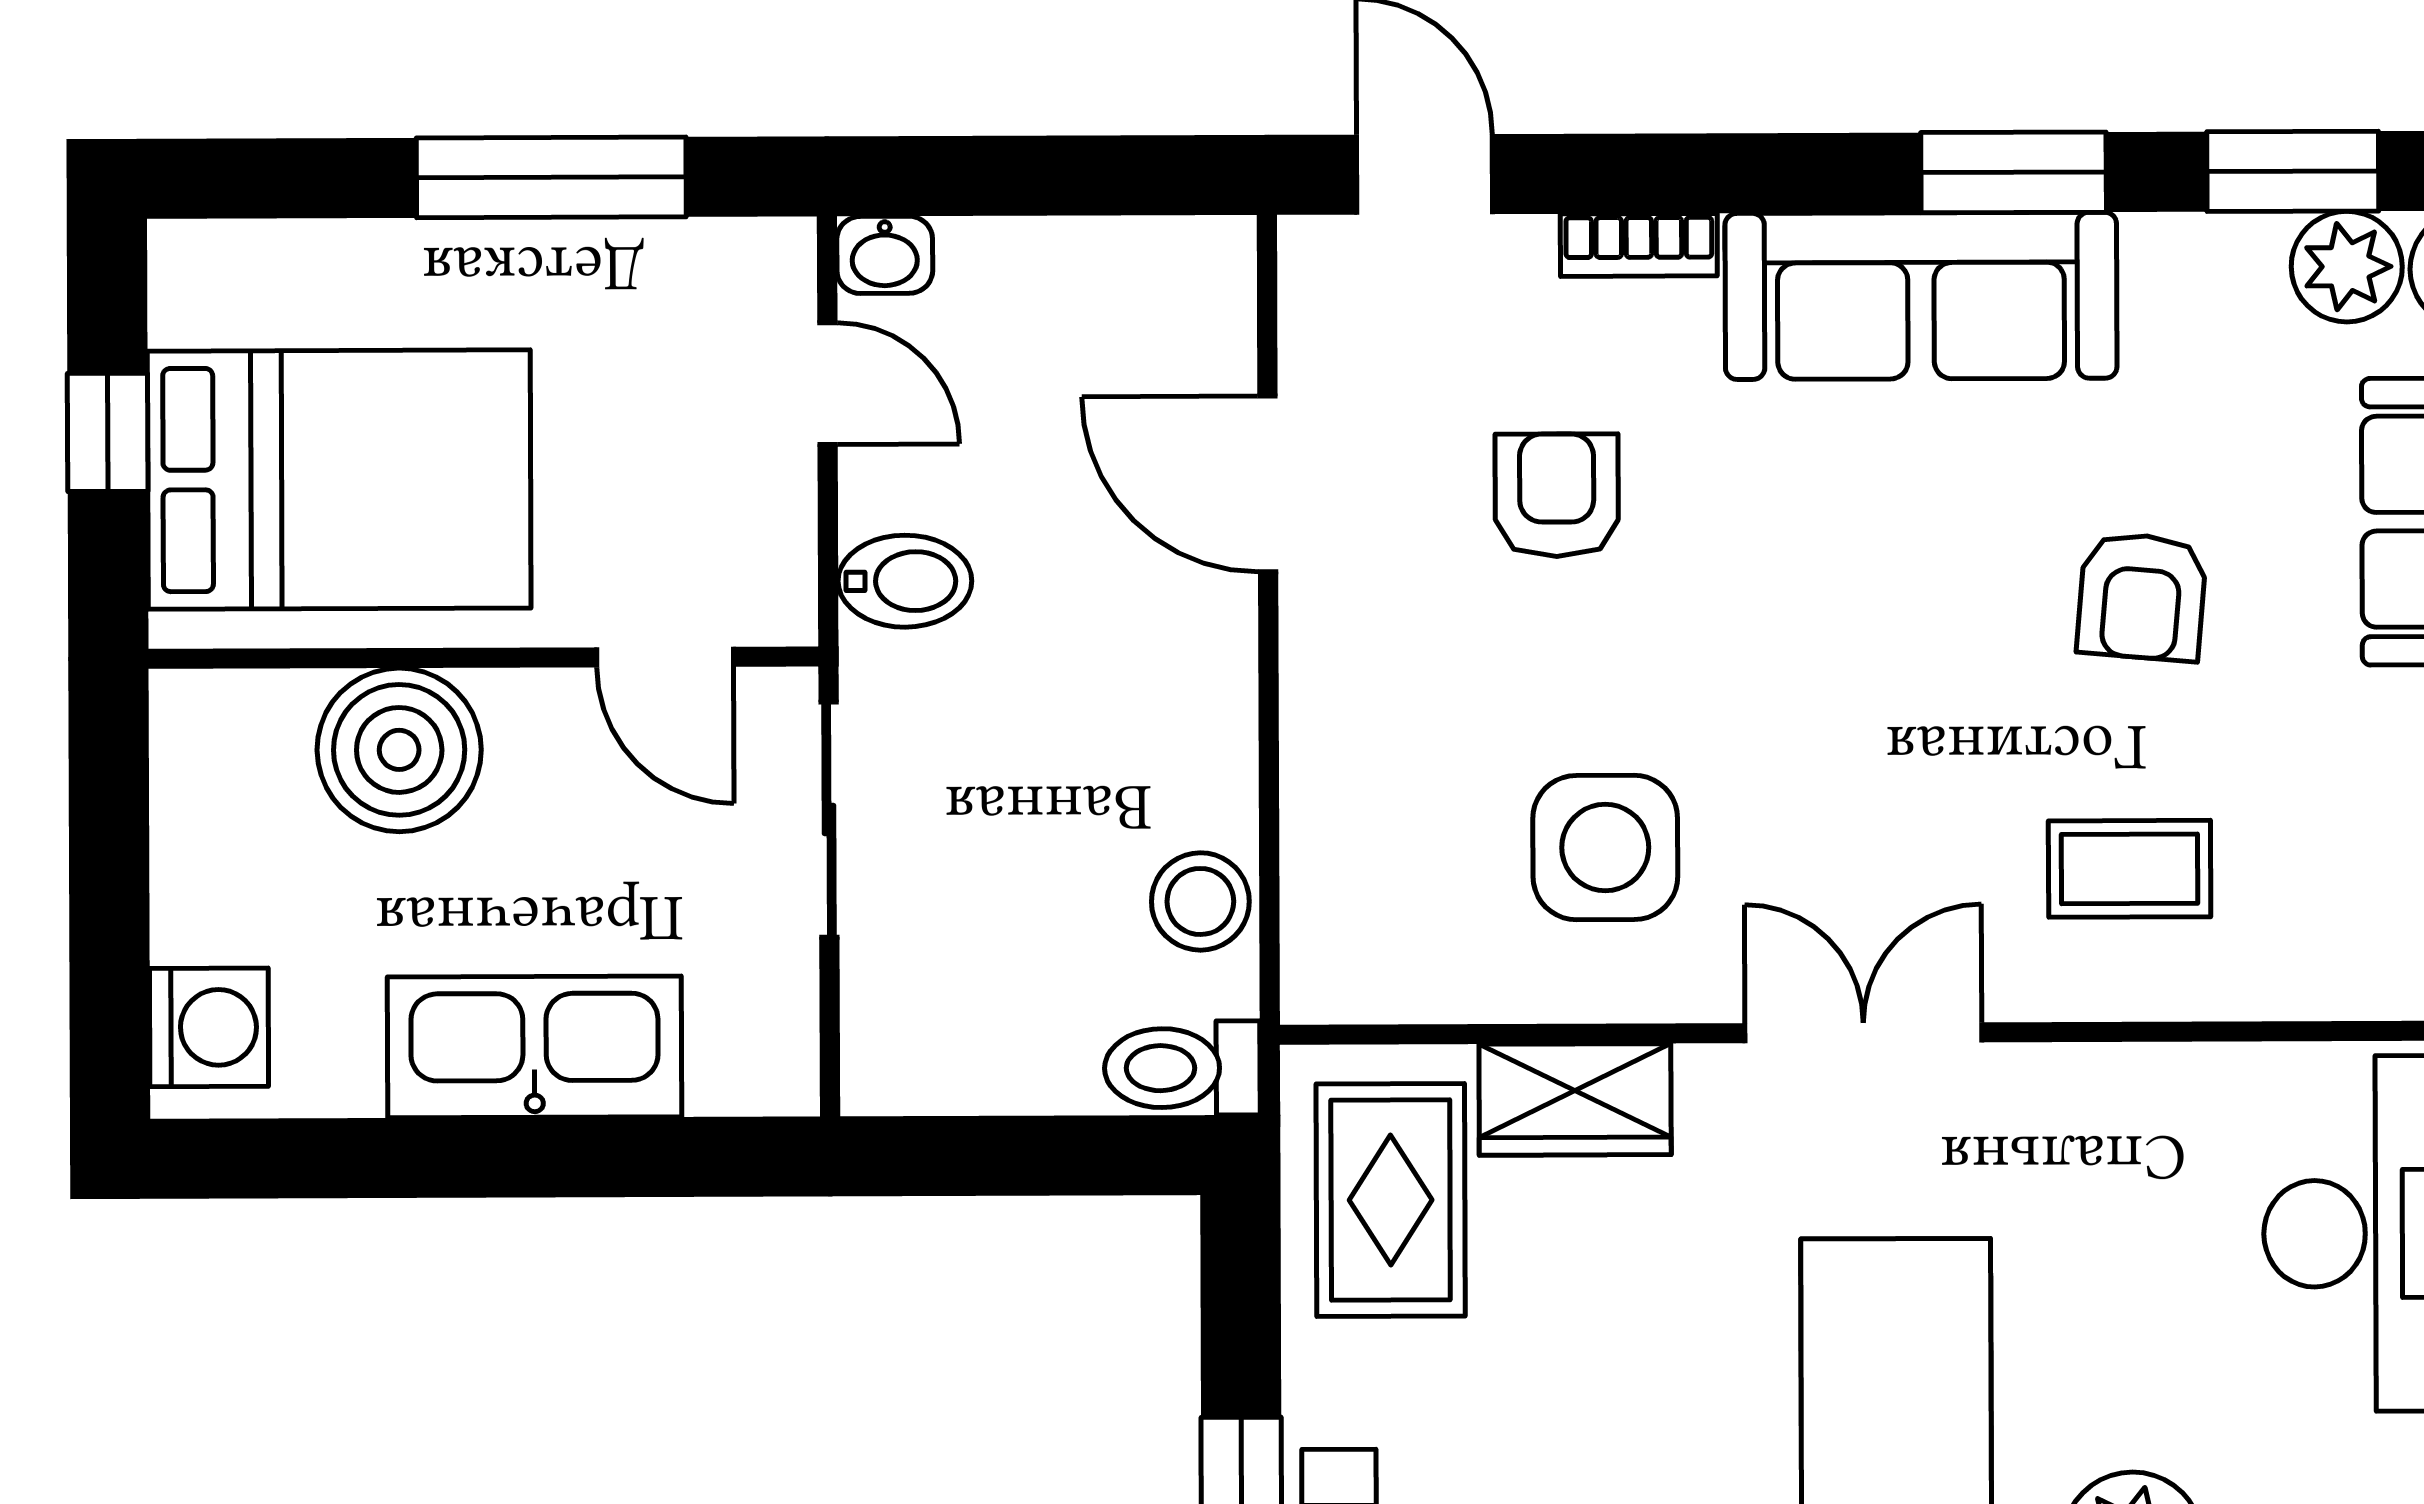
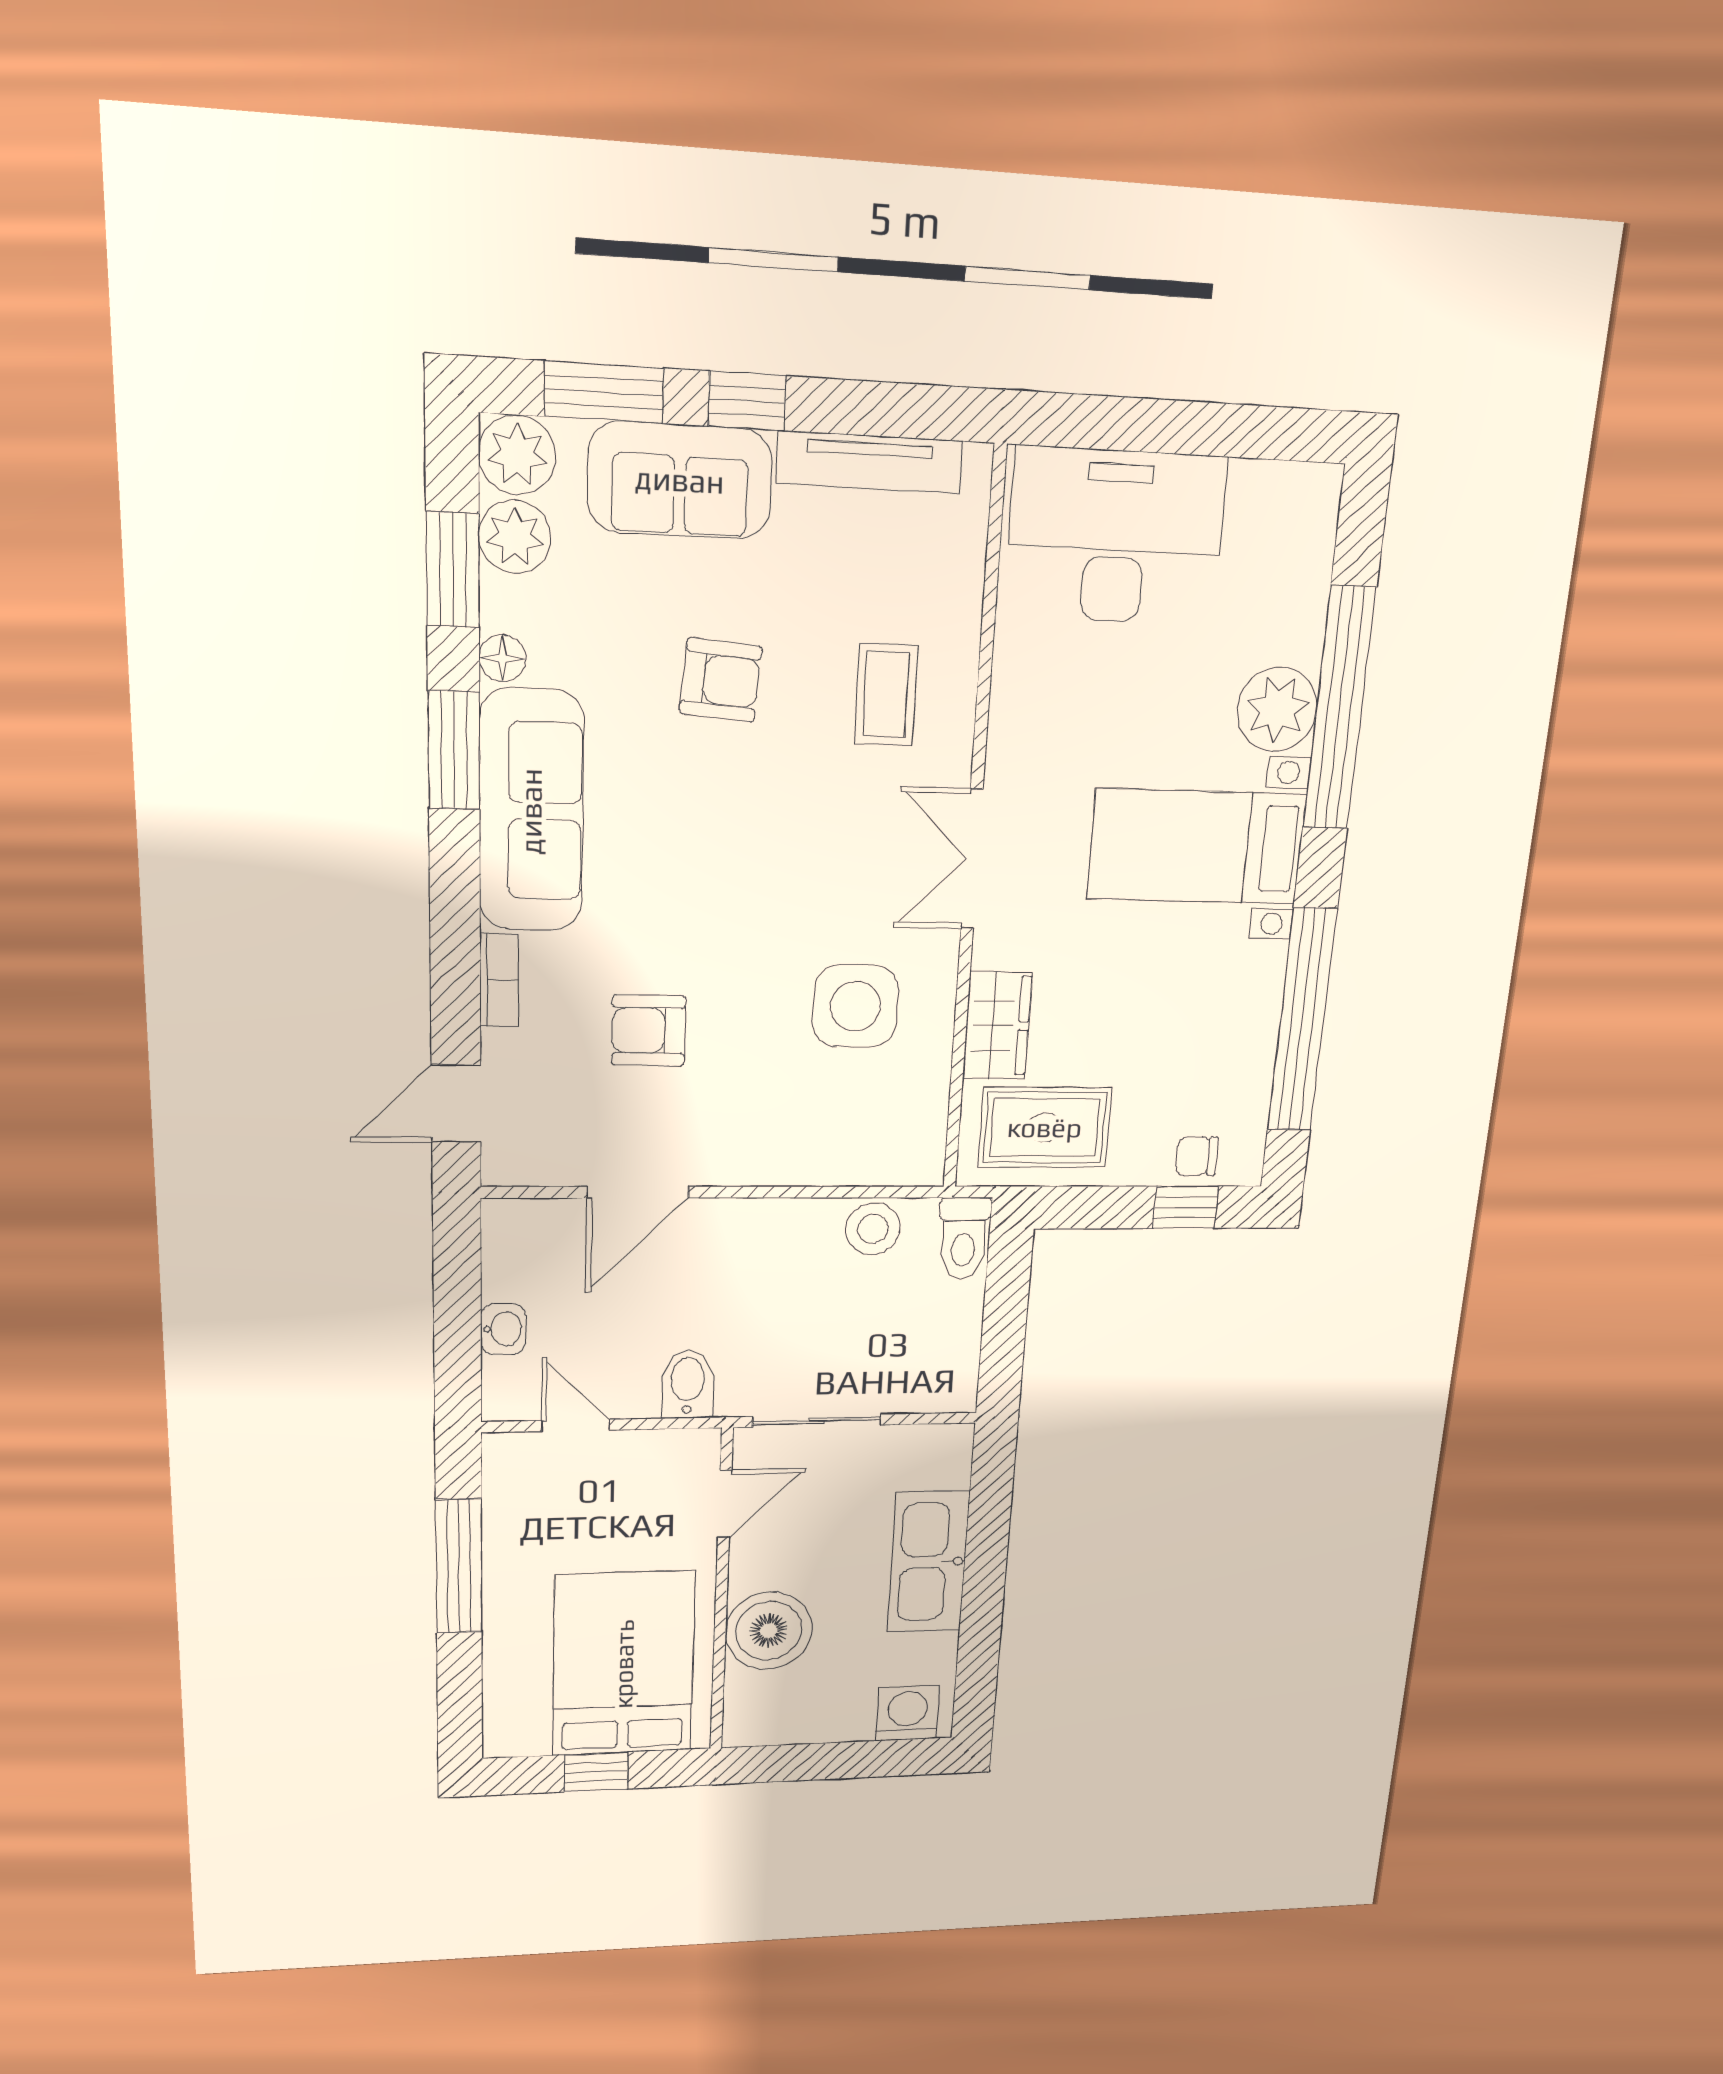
floor lamp: (2161, 249) -> (503, 658), added
washbasin: (885, 255) -> (503, 1329), moved
door: (827, 384) -> (576, 1425), hinge flipped

